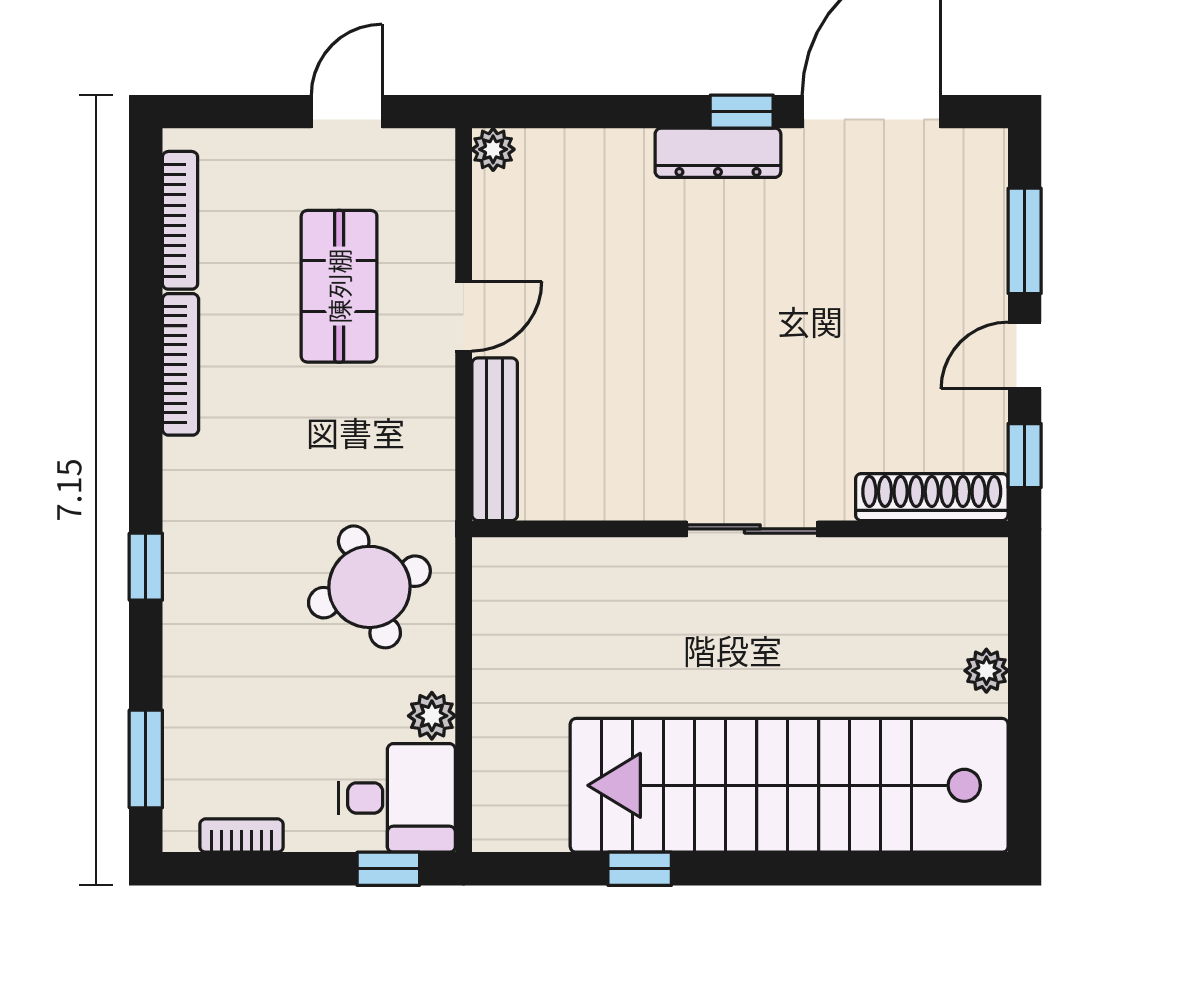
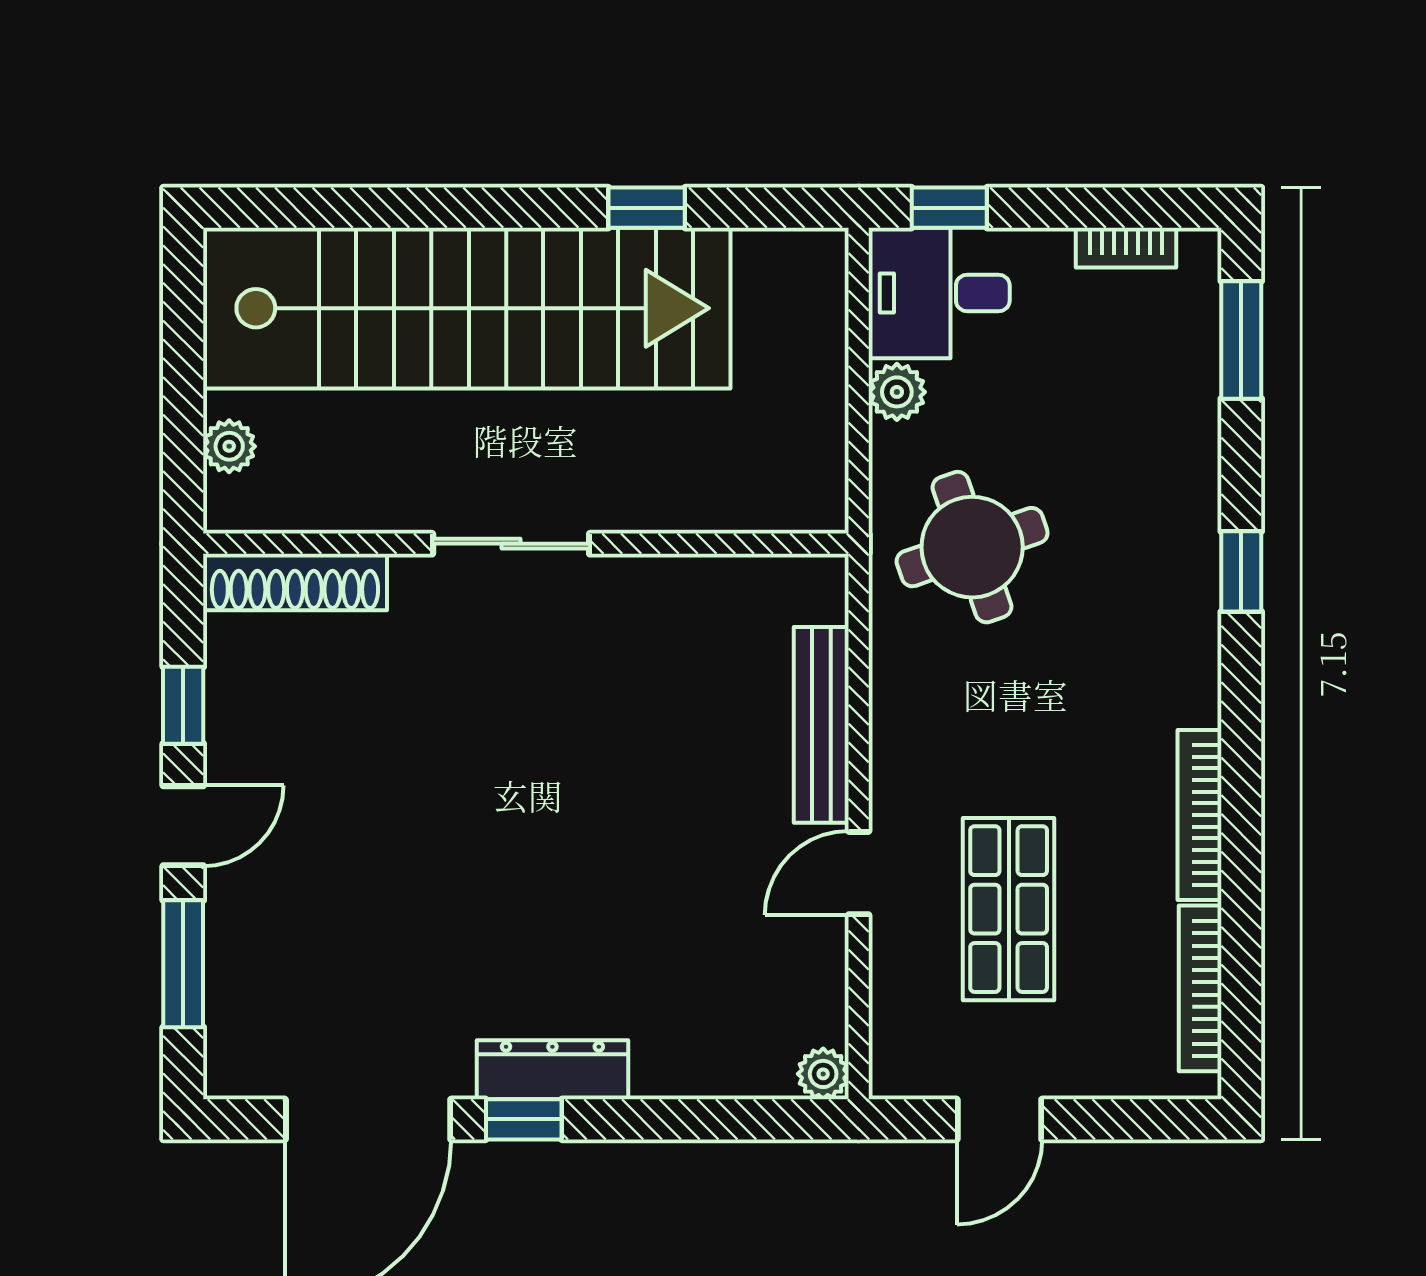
shoe rack: (932, 497) -> (295, 582), moved
wall: (740, 529) -> (526, 544), moved
sliding door: (752, 529) -> (511, 544), moved

